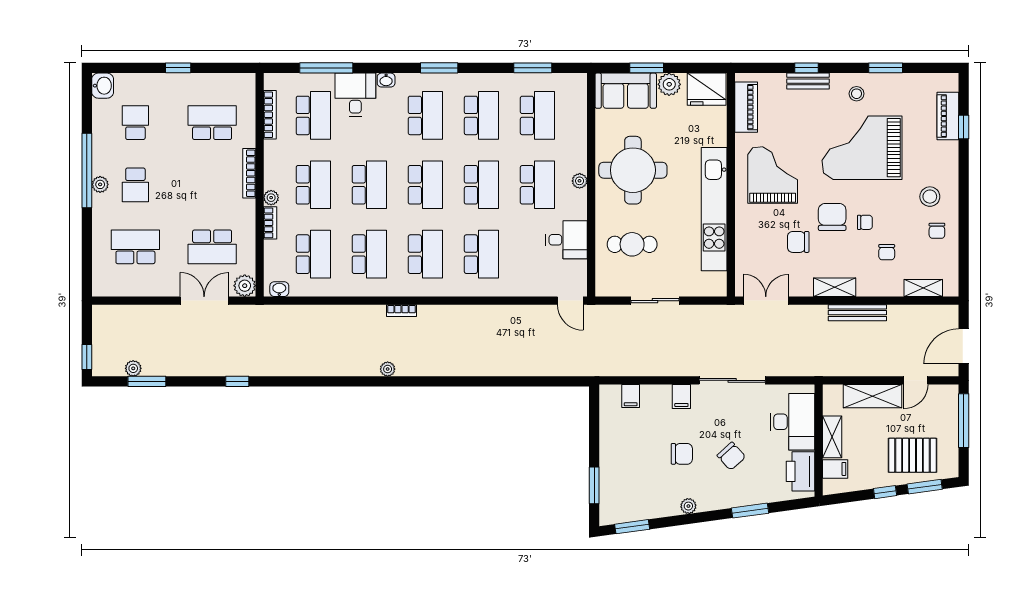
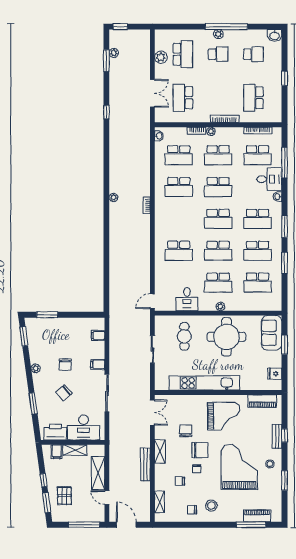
window: (533, 68) -> (285, 263), moved
plant: (669, 84) -> (275, 357), removed
fridge: (707, 89) -> (275, 374), width x0.53, depth x0.75
school desk: (212, 123) -> (253, 98), turned 180
window: (964, 127) -> (251, 525), width x2.17
school desk: (135, 185) -> (218, 54), turned 180
school desk: (425, 254) -> (179, 219), removed
plant: (245, 286) -> (161, 57), moved
pallet: (913, 455) -> (64, 496), width x0.67, depth x0.71

